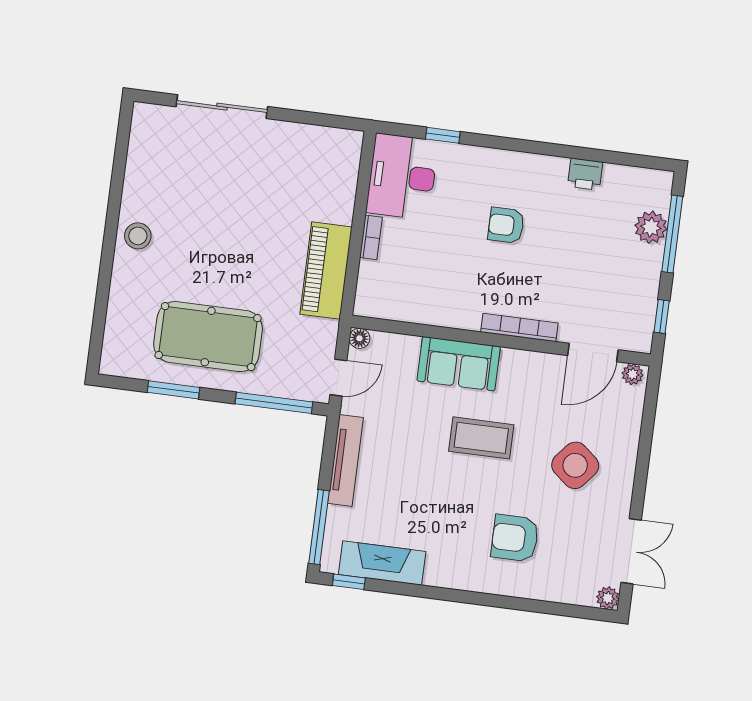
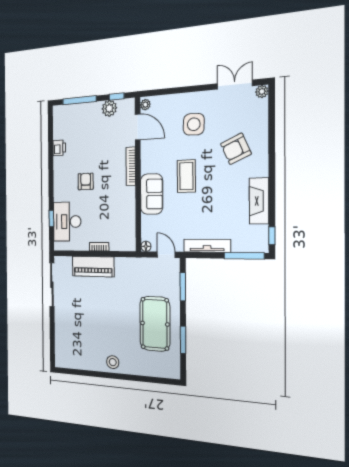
sliding door: (222, 107) -> (52, 285), moved
desk: (402, 177) -> (67, 222), moved, turned 90
armchair: (506, 225) -> (86, 181), turned 180
plant: (651, 227) -> (109, 108), moved
piano: (326, 271) -> (93, 267), moved
window: (274, 403) -> (183, 287), width x0.69
side table: (575, 465) -> (194, 124), turned -38
armchair: (515, 538) -> (236, 149), turned 66
fireplace: (382, 563) -> (259, 201), moved

